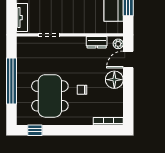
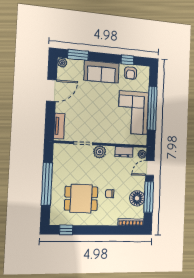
plant: (68, 44) -> (100, 152), added
floor lamp: (114, 80) -> (137, 198), moved
window: (128, 92) -> (149, 197), added
dining table: (50, 96) -> (81, 199), width x0.73

